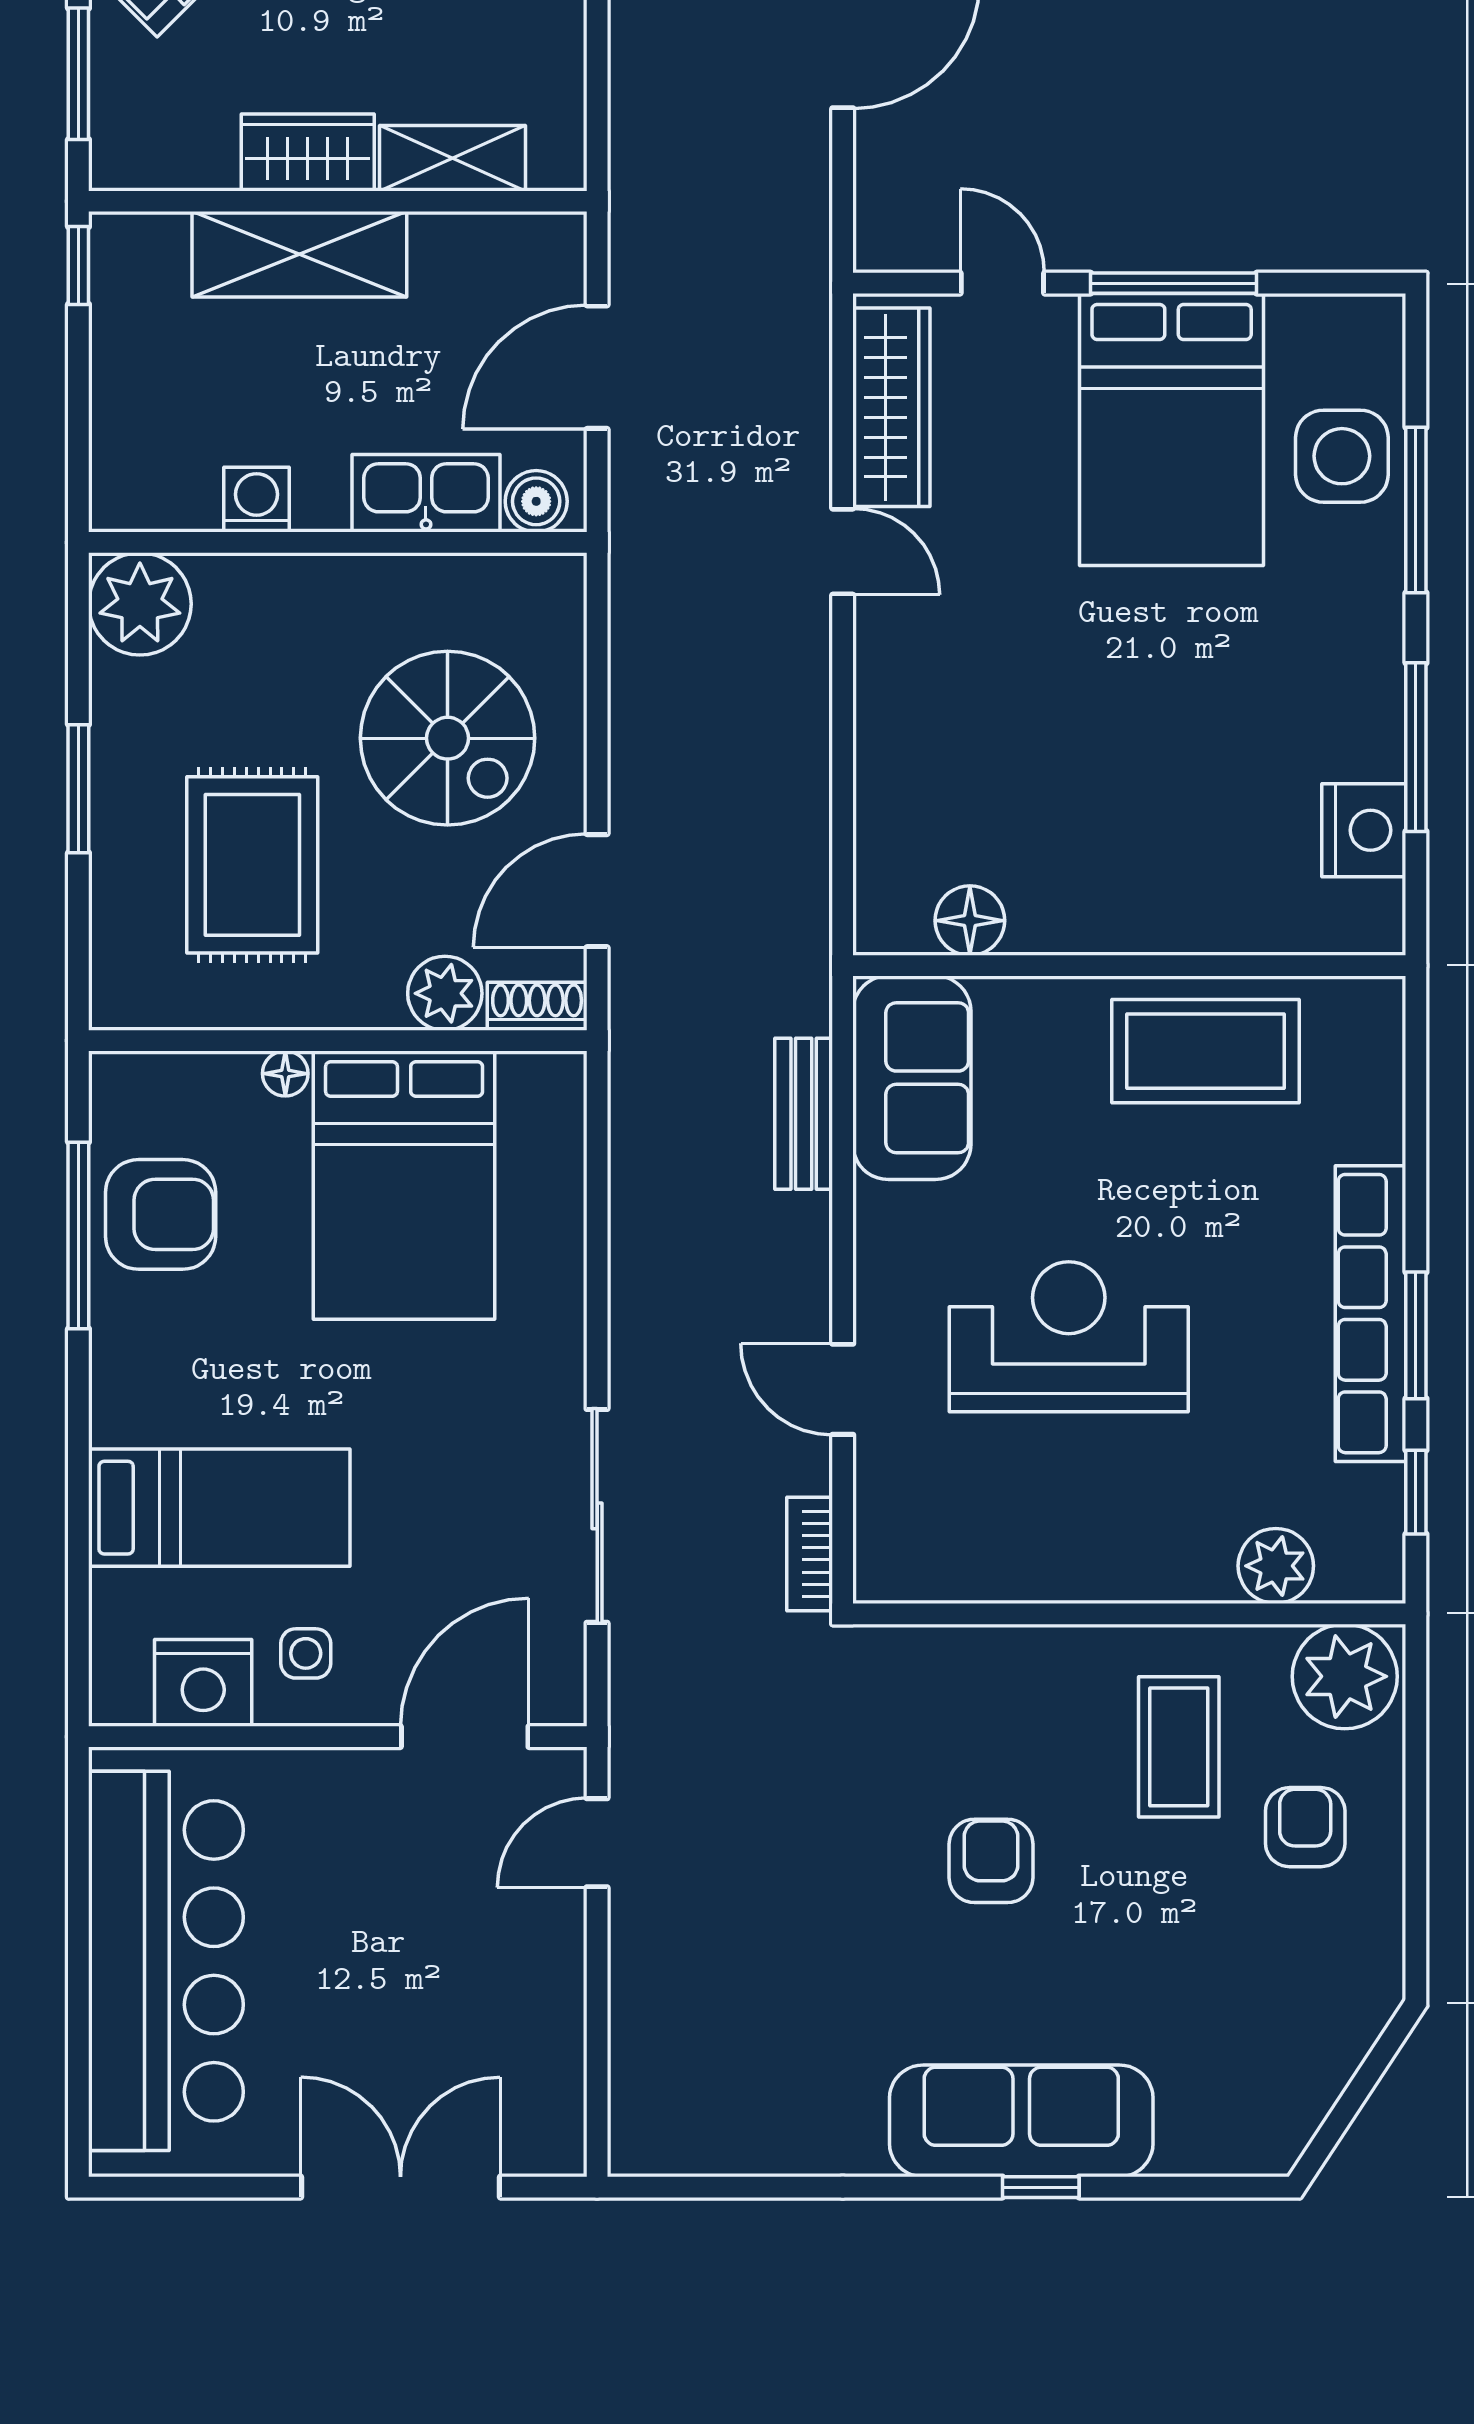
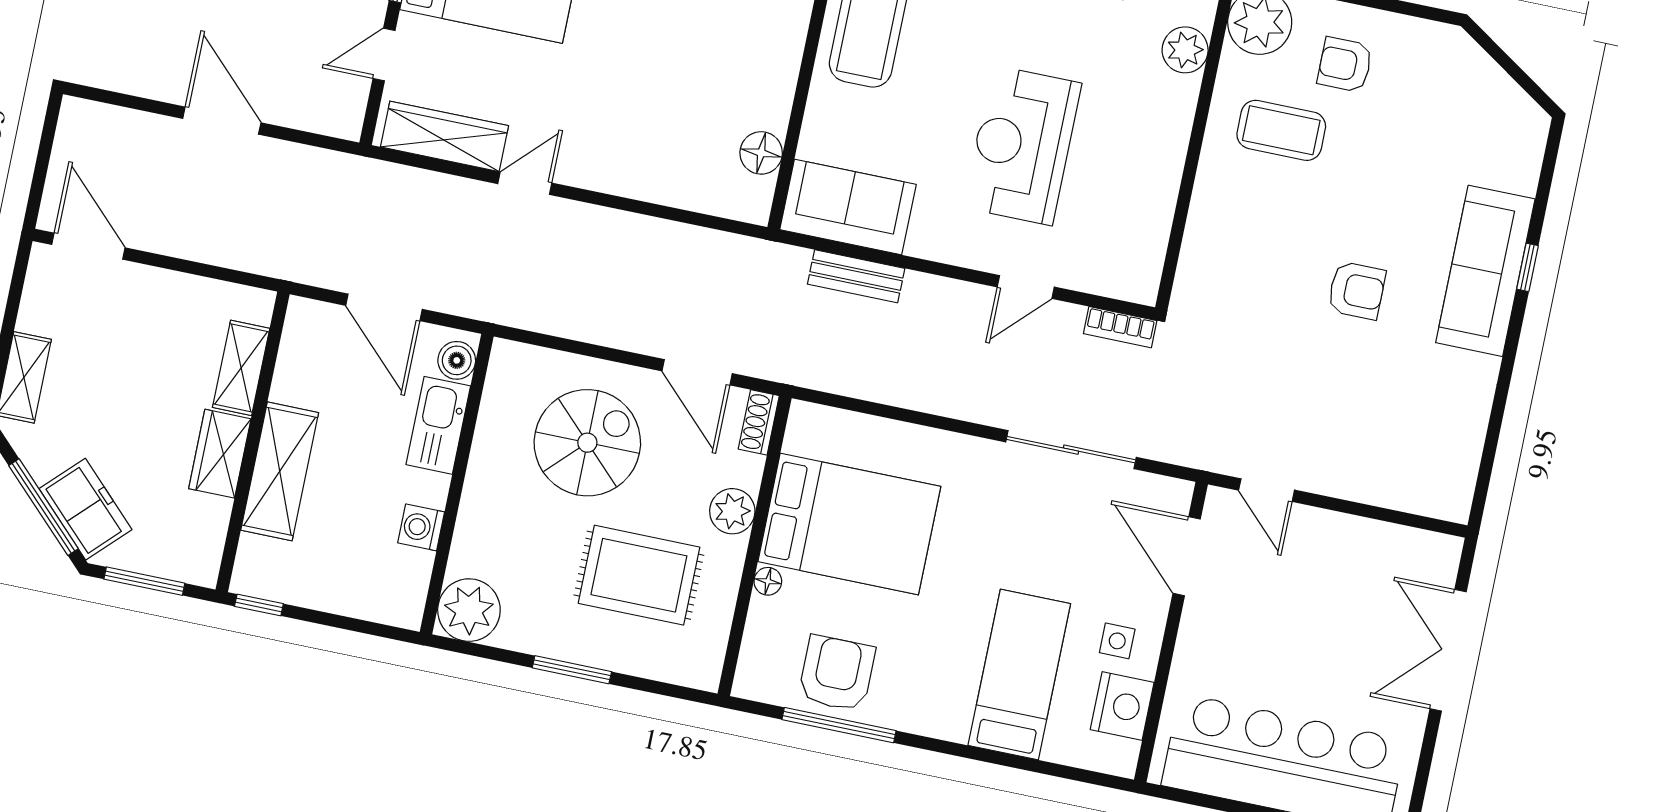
plant: (445, 993) -> (732, 511), moved
armchair: (991, 1861) -> (1357, 291), moved, turned 180

